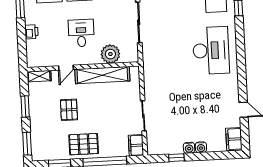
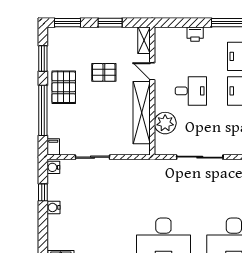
filing cabinet: (136, 145) -> (53, 147), width x0.50
water cooler: (201, 147) -> (53, 167), moved

